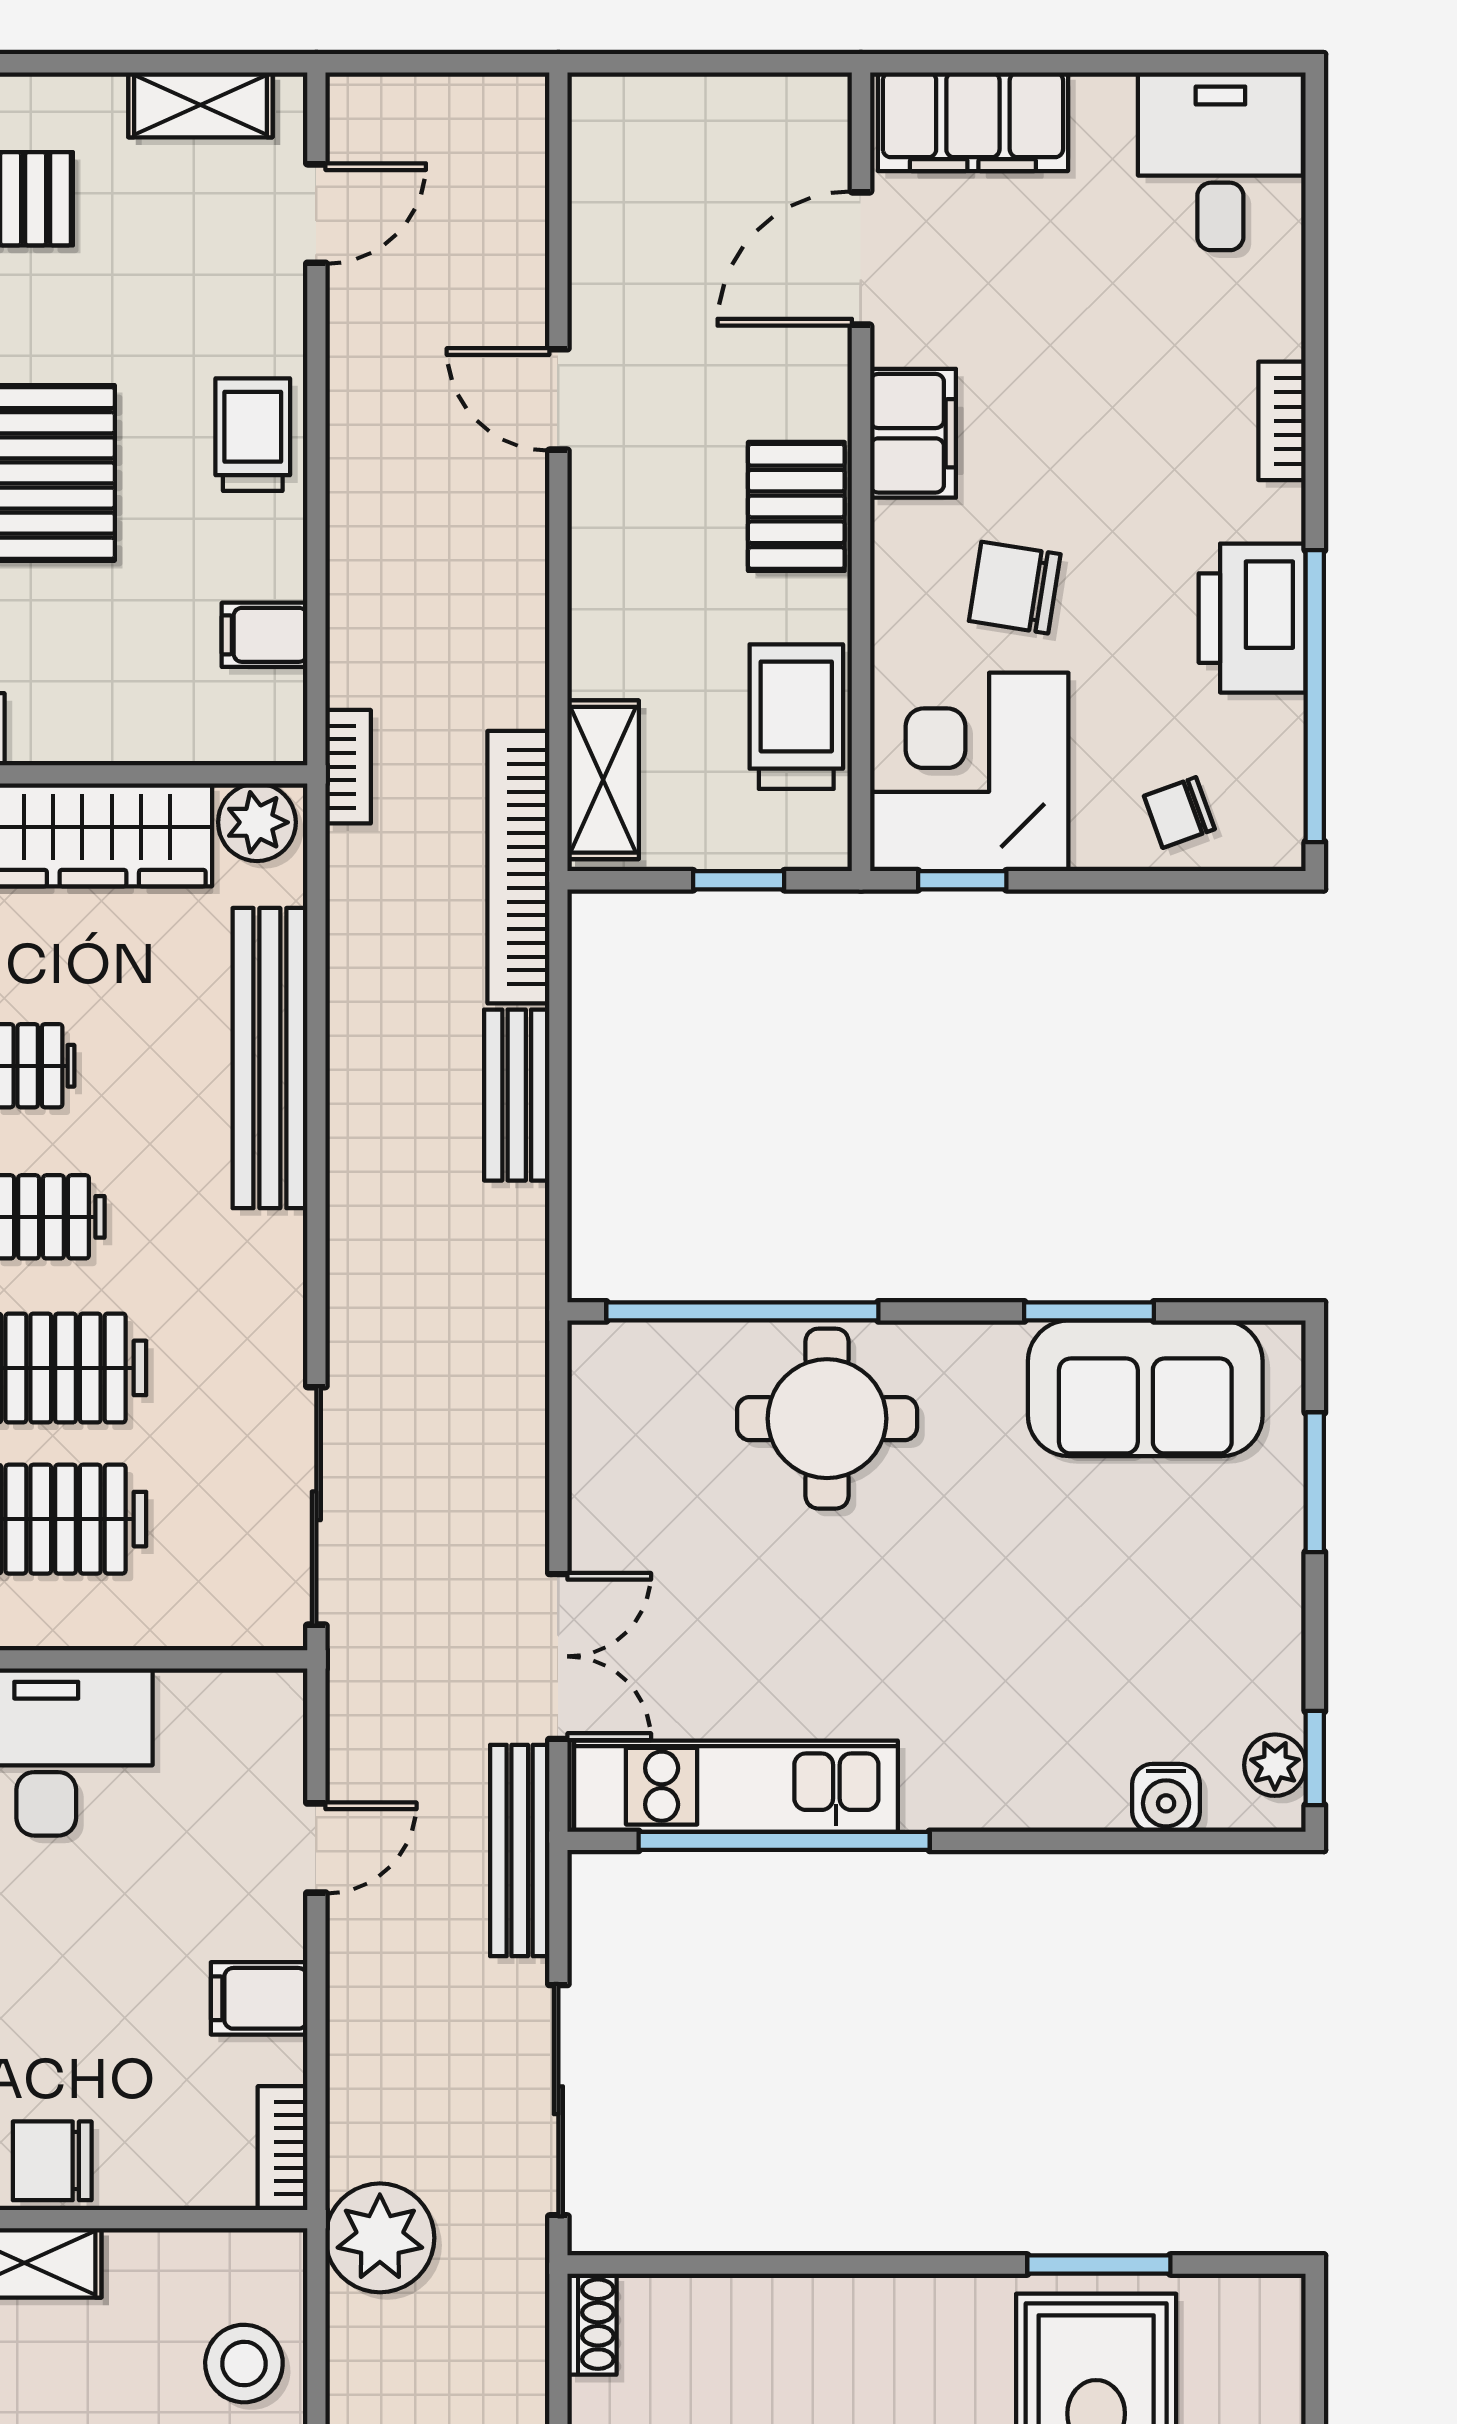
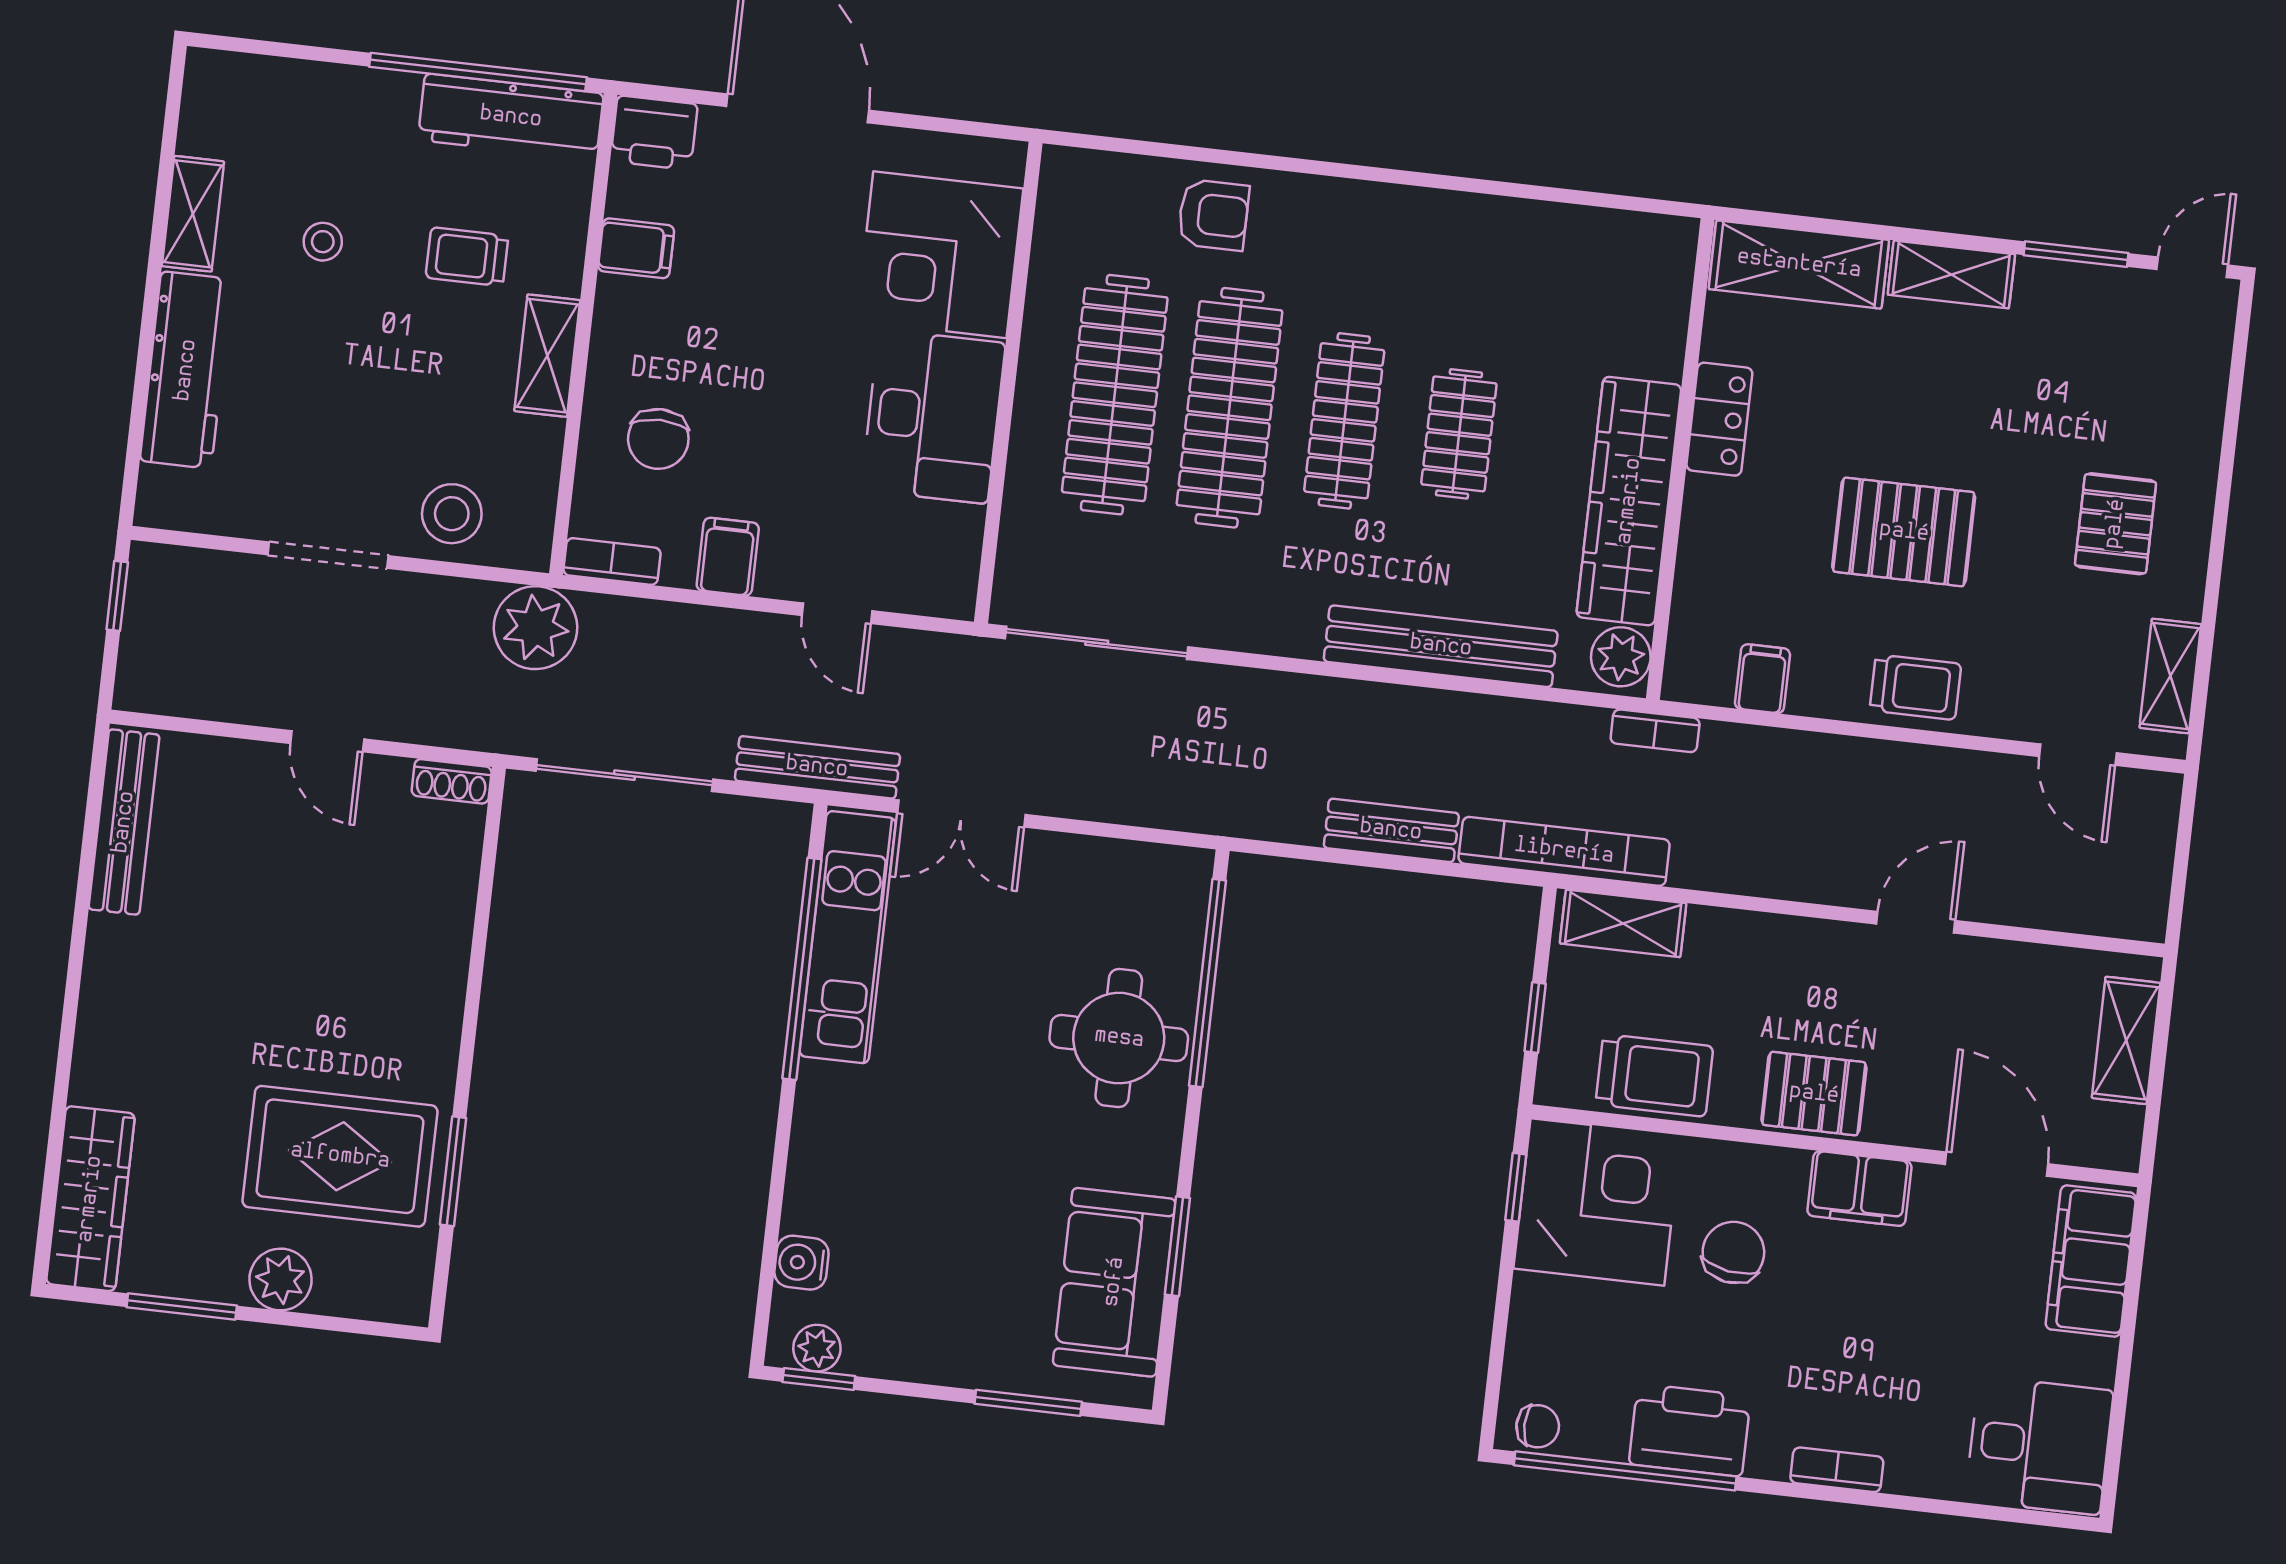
shelving: (681, 108) -> (2126, 1040), added
chair: (1179, 813) -> (1538, 1426), moved, turned 110
chair: (52, 2161) -> (658, 439), moved, turned 180

